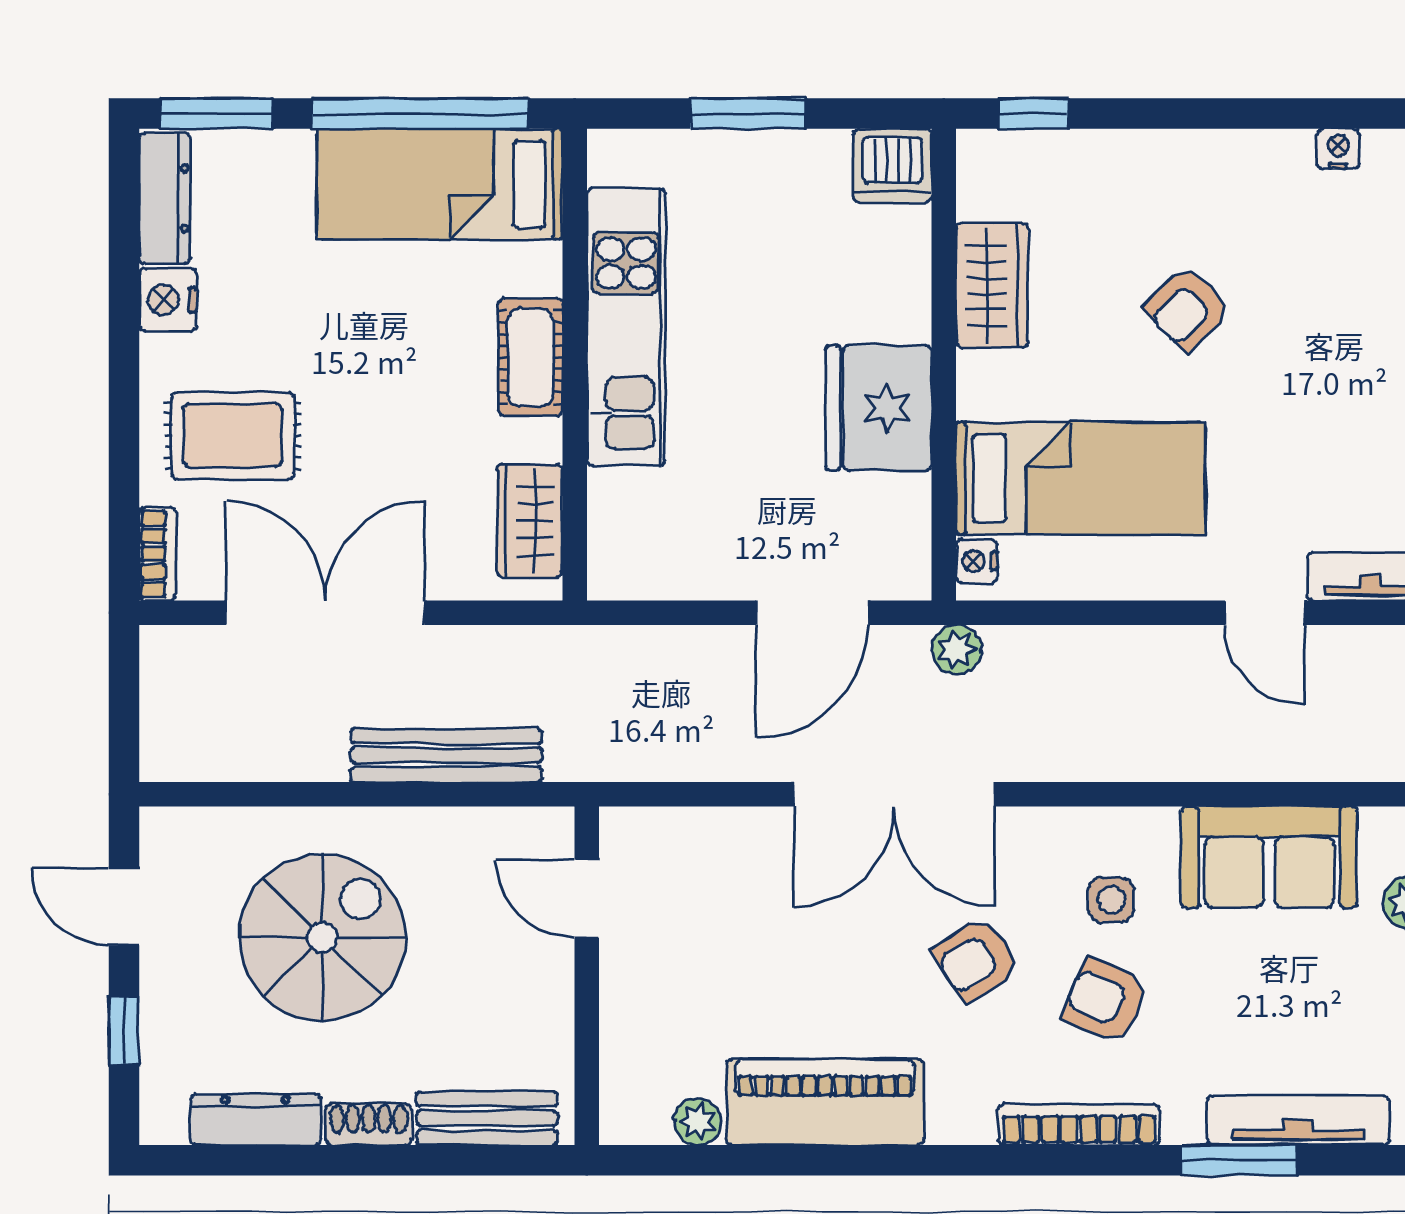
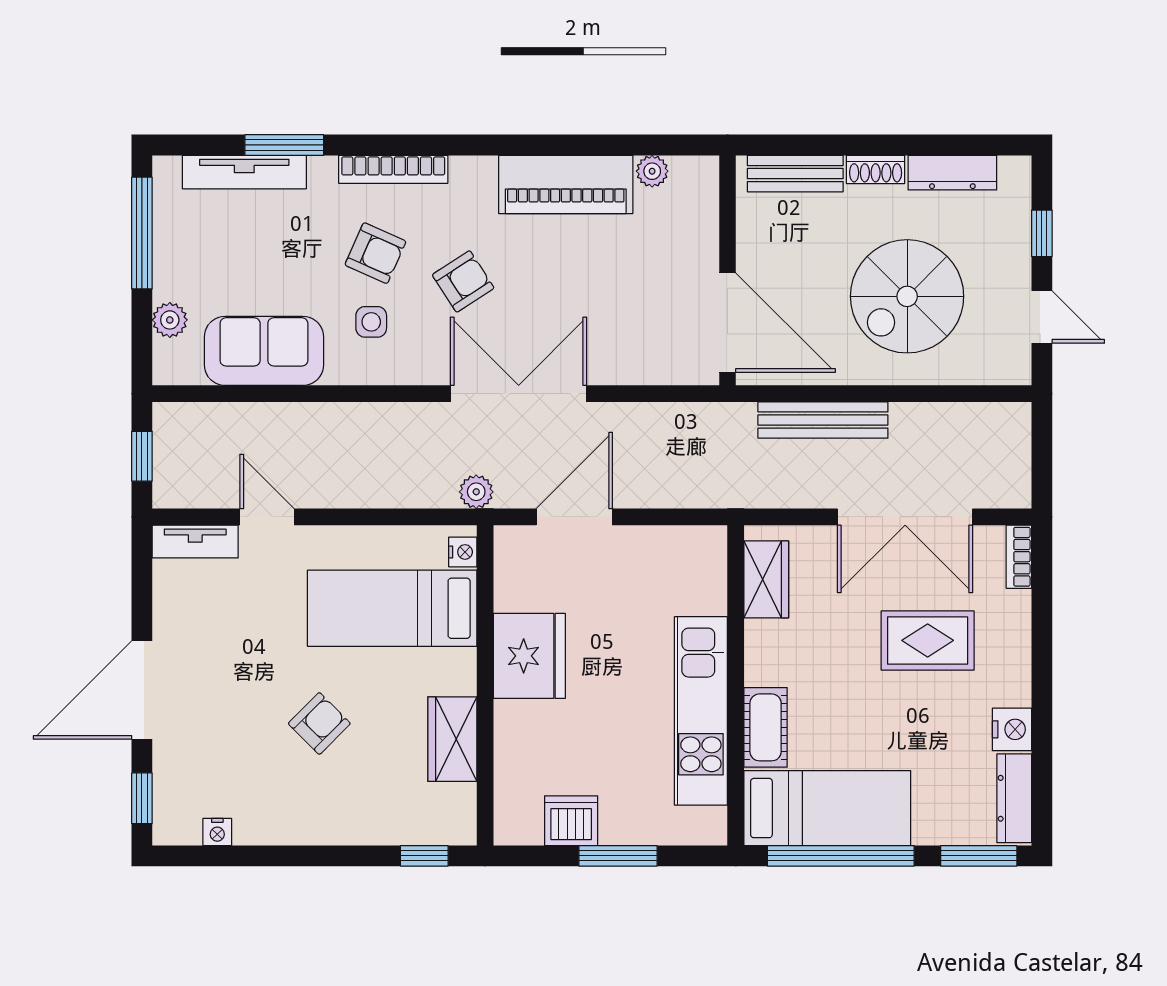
dishwasher: (892, 165) -> (571, 821), moved
cot: (531, 357) -> (766, 727), moved
rug: (233, 436) -> (928, 640), moved
door: (587, 899) -> (727, 323), width x1.88

